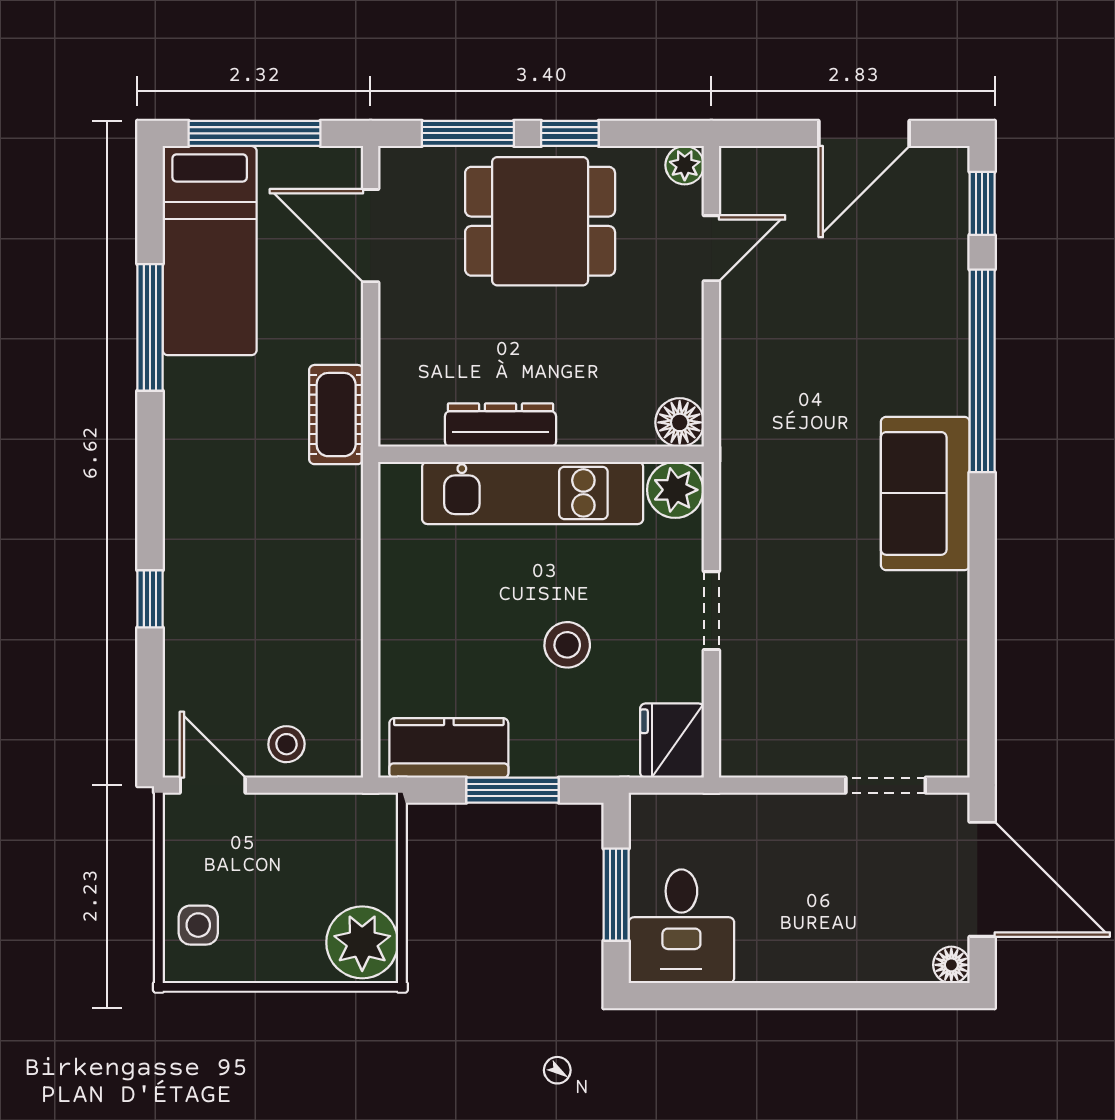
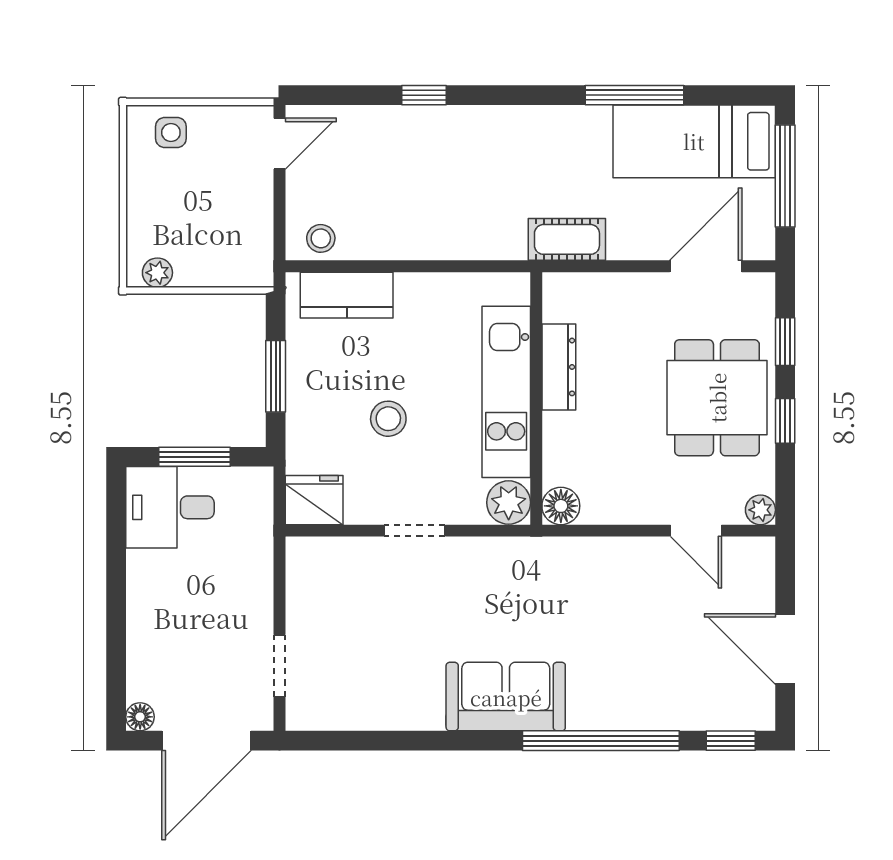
window: (468, 133) -> (785, 342), width x0.67
stool: (286, 744) -> (321, 238), moved
kitchen counter: (449, 748) -> (347, 295), moved, turned 90
plant: (362, 942) -> (157, 273), width x0.53, depth x0.53

